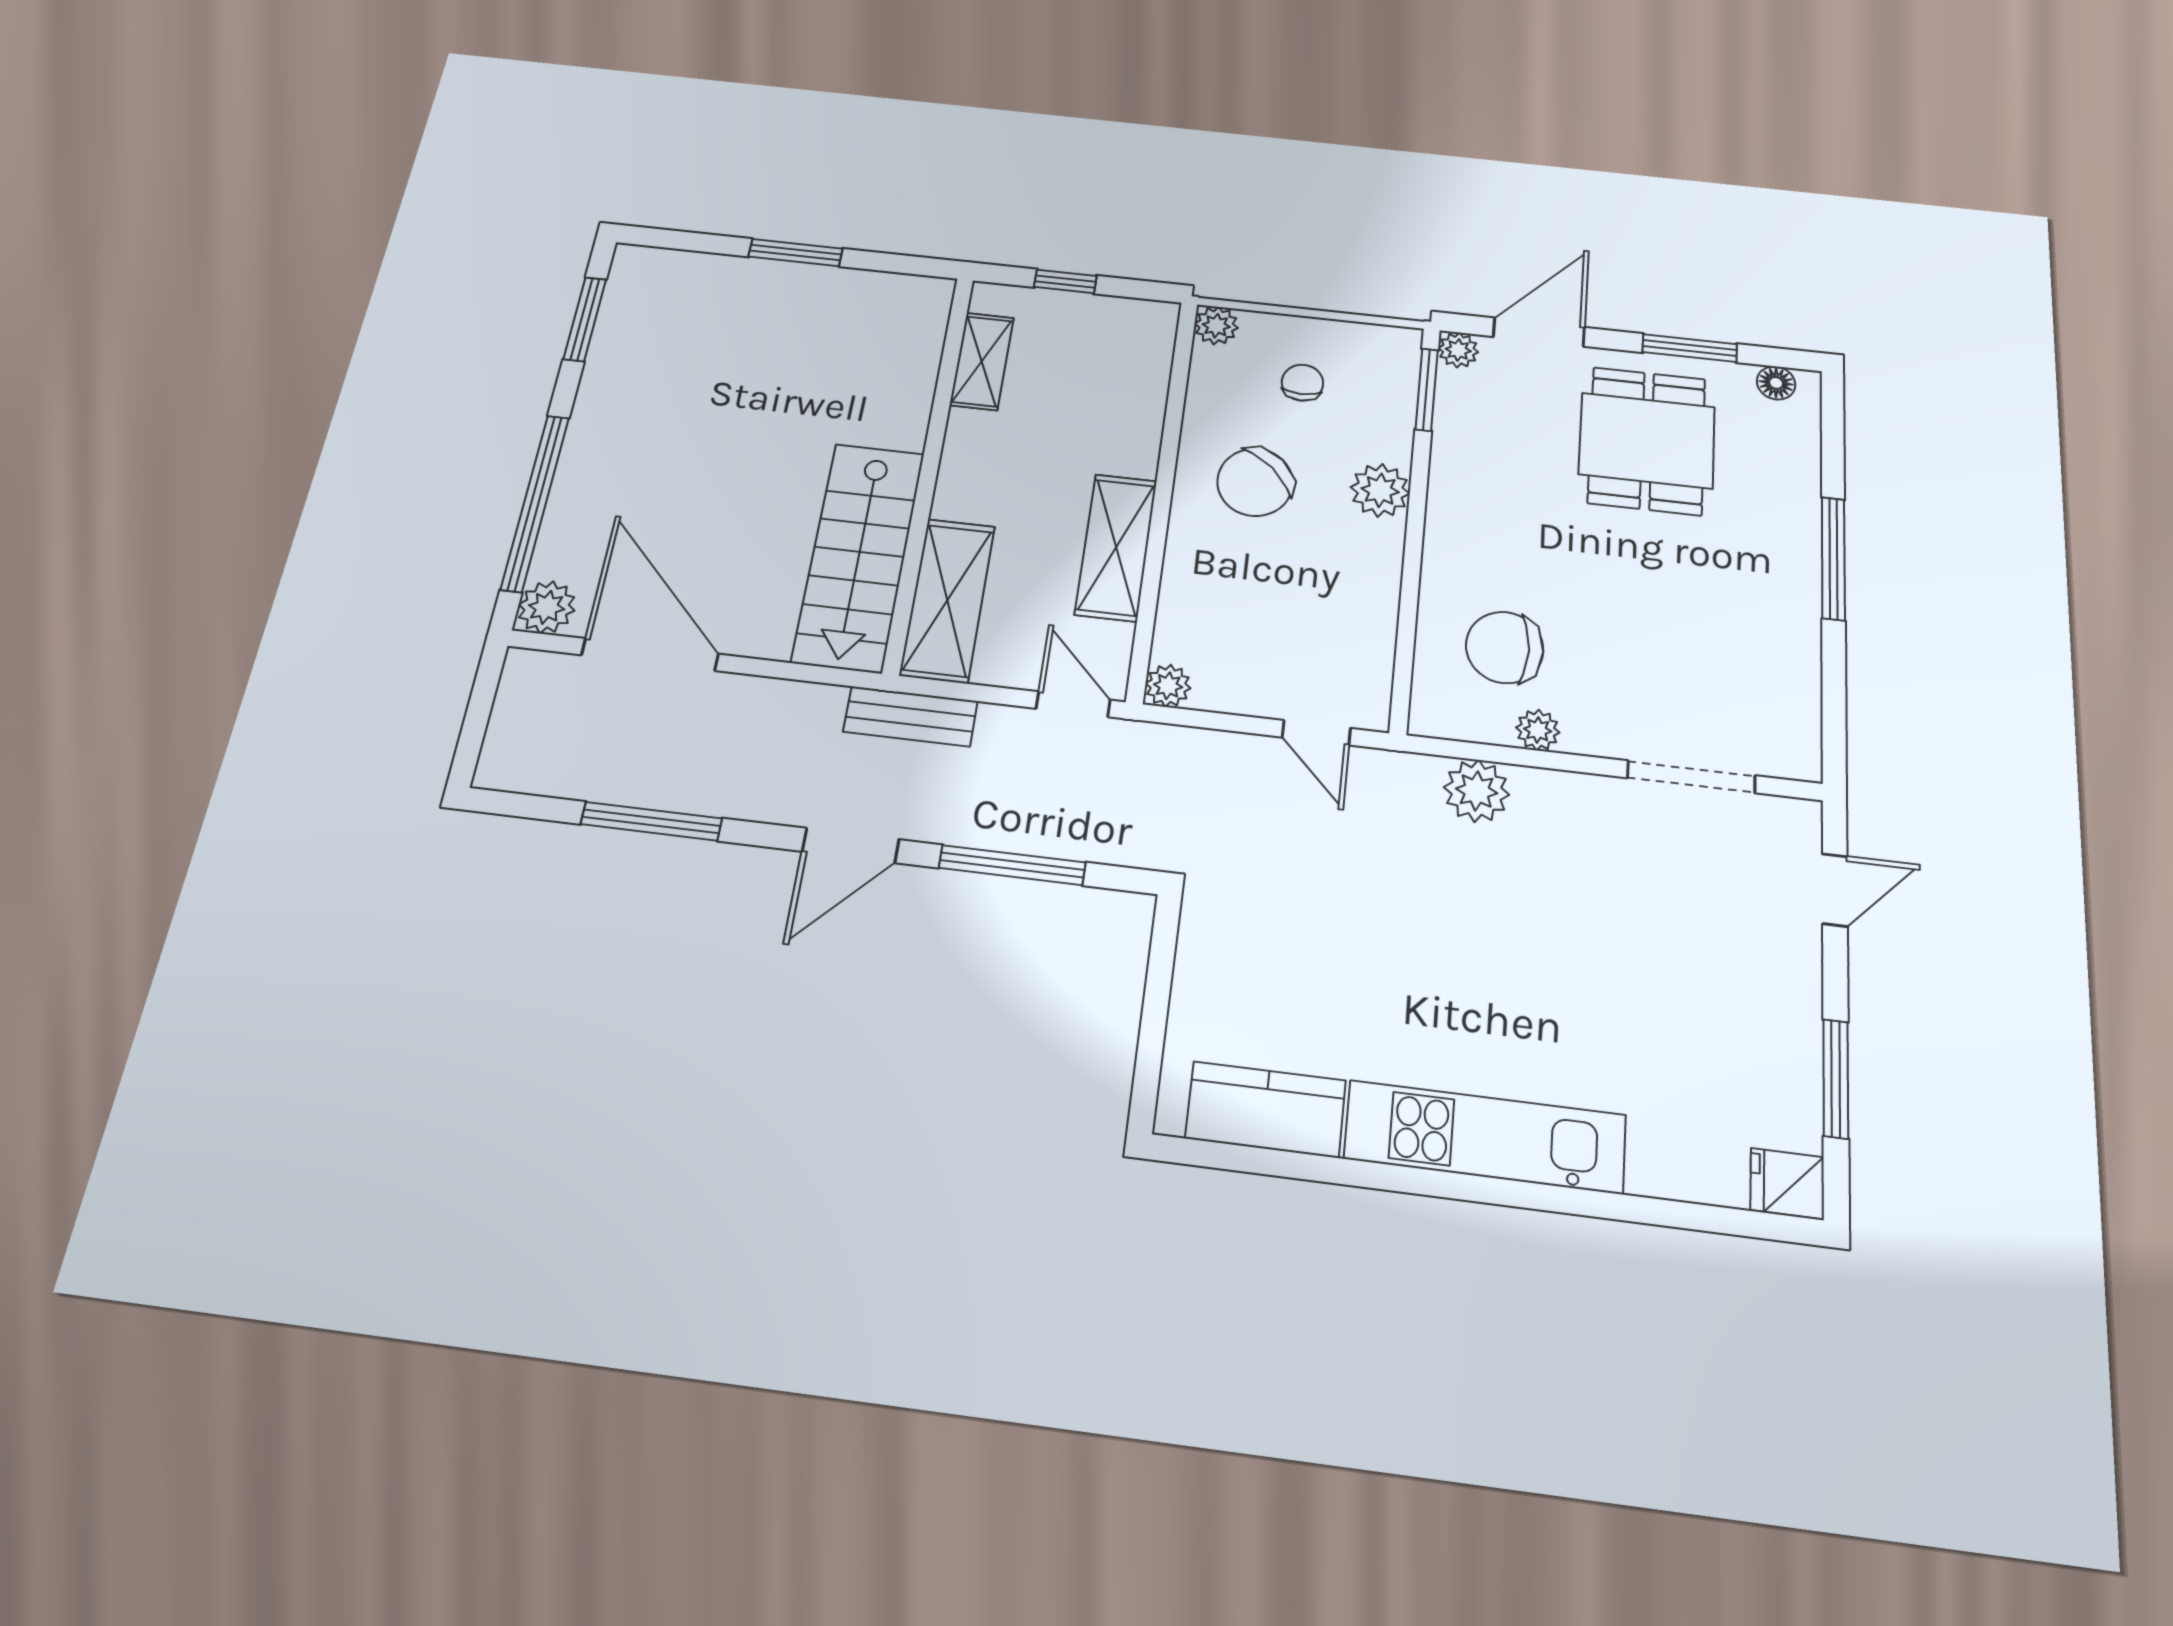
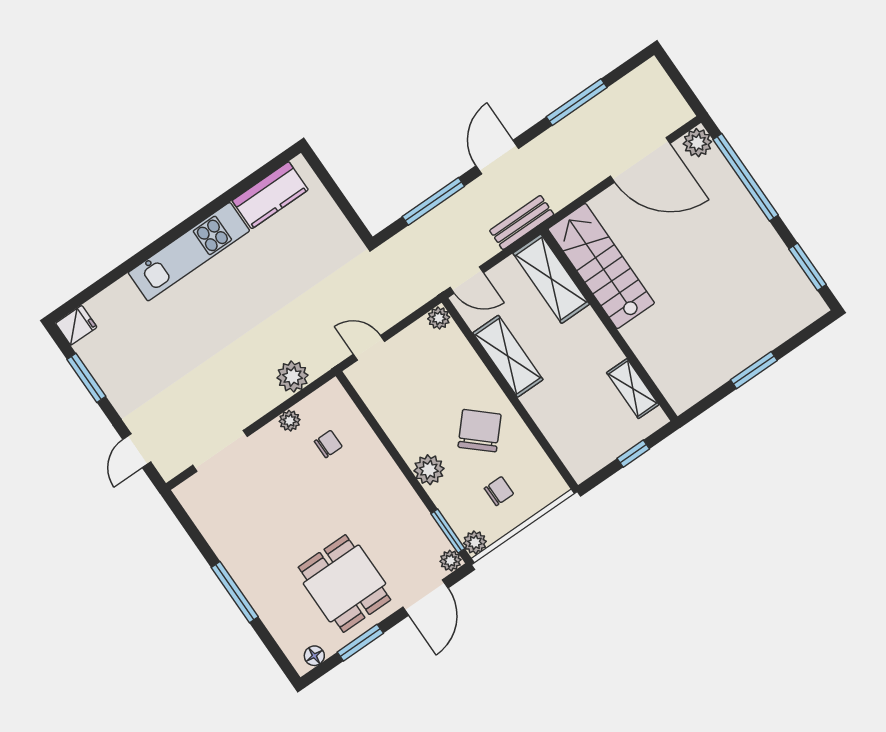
plant: (1216, 326) -> (475, 542), moved
chair: (1302, 383) -> (499, 491), turned -90
chair: (1505, 647) -> (328, 444), width x0.54, depth x0.54

